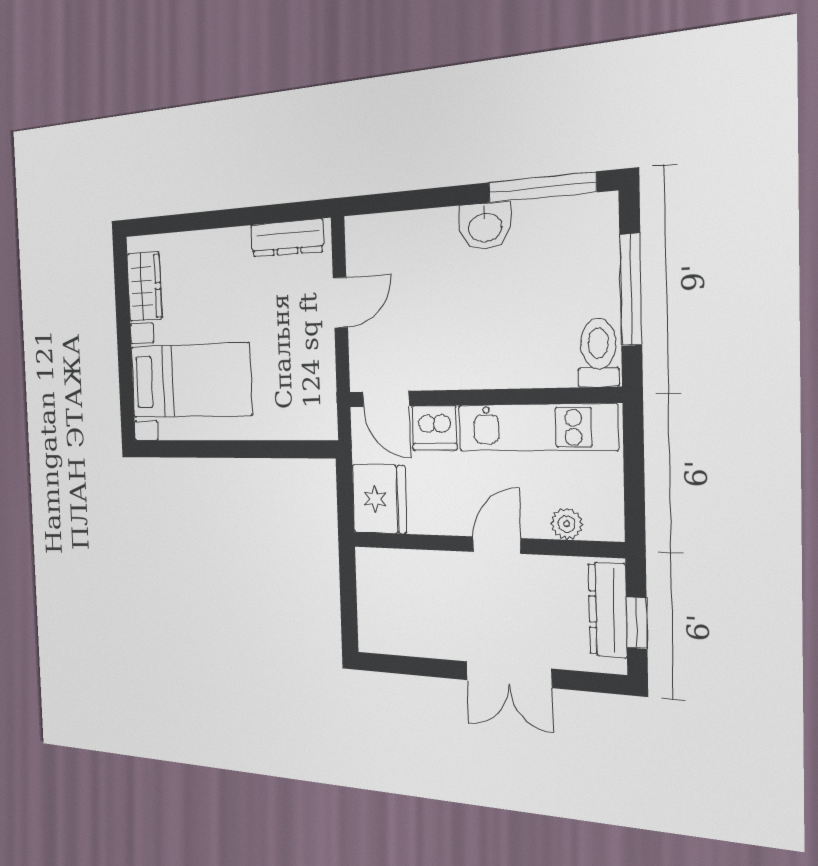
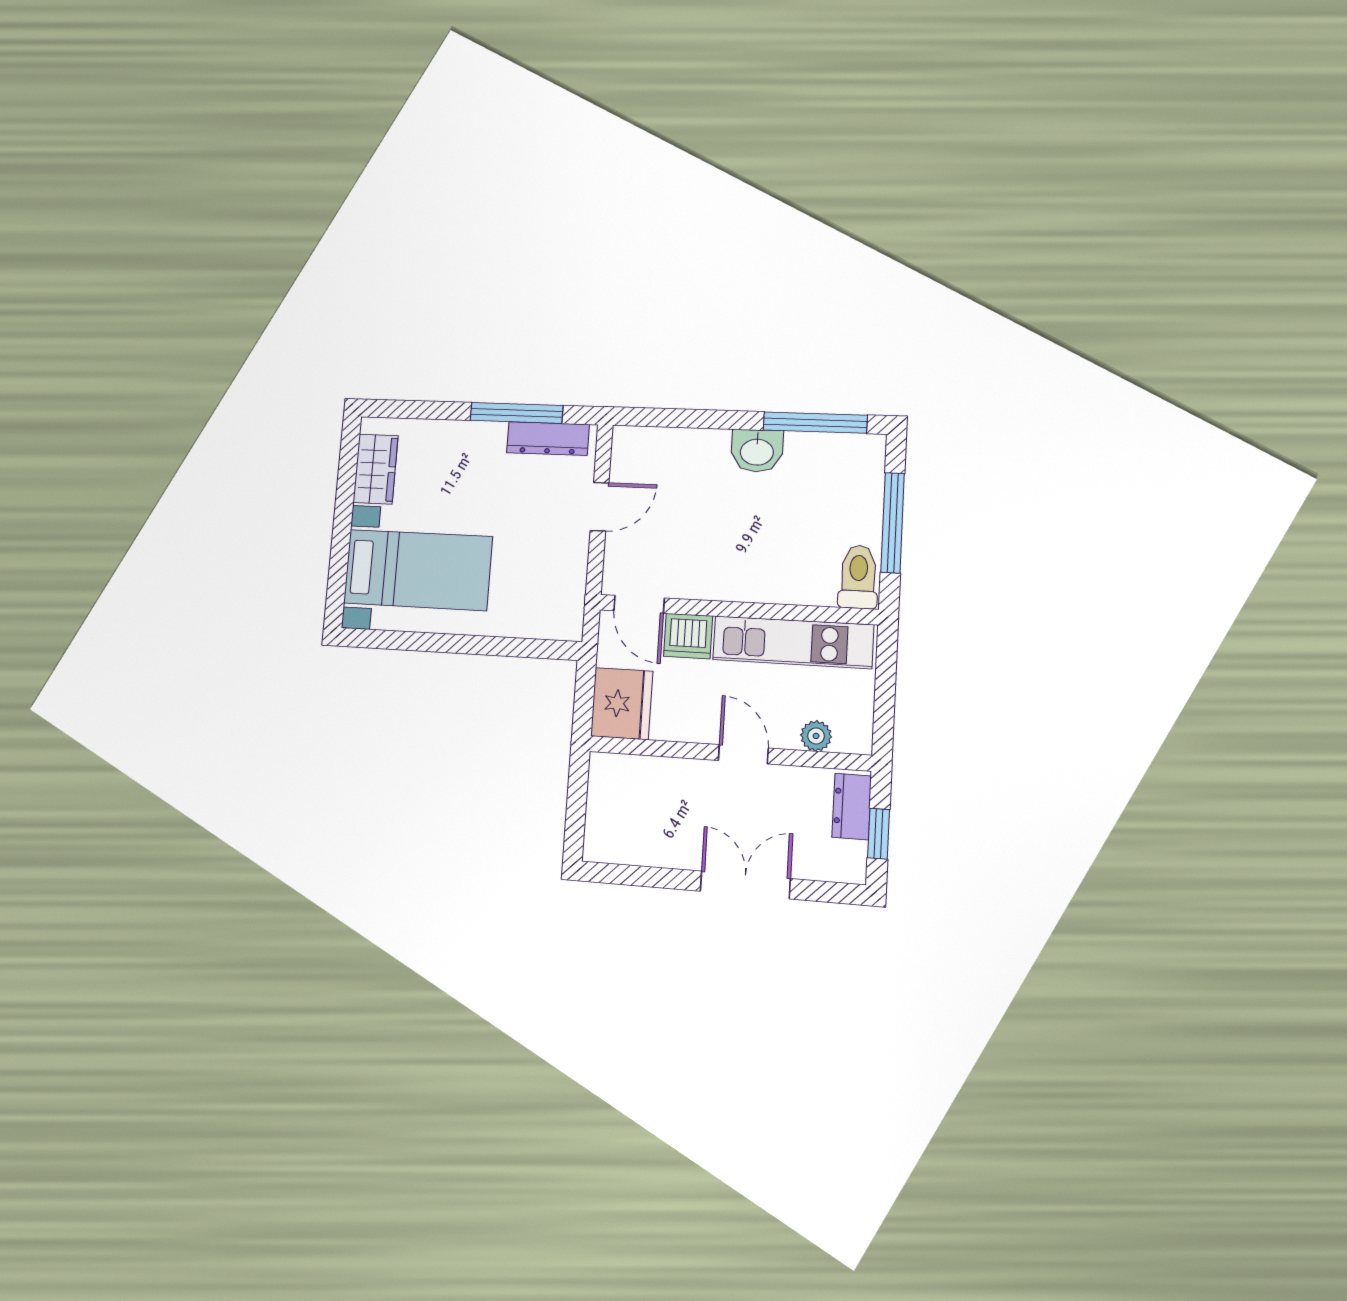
window: (257, 215) -> (516, 413), added
door: (497, 545) -> (743, 754), hinge flipped
dresser: (608, 610) -> (852, 806), width x0.70
double door: (509, 674) -> (745, 885), swing flipped

